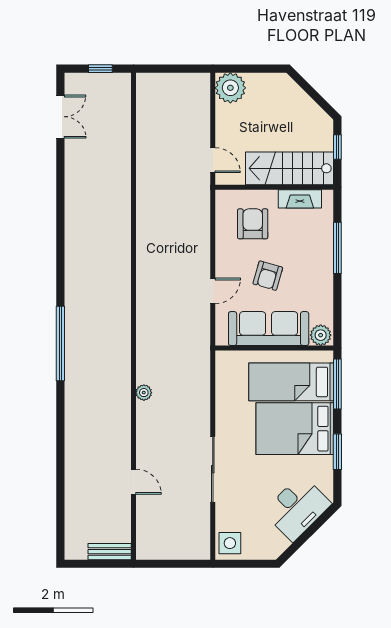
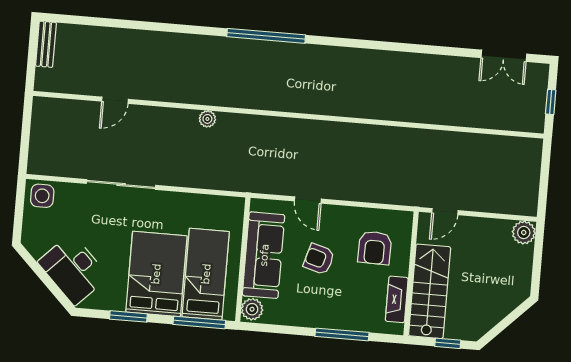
plant: (230, 88) -> (524, 233), width x0.73, depth x0.73
armchair: (253, 224) -> (375, 248), turned 91
bench: (110, 552) -> (46, 44), moved

